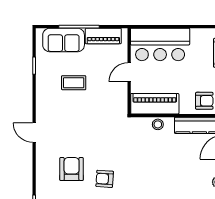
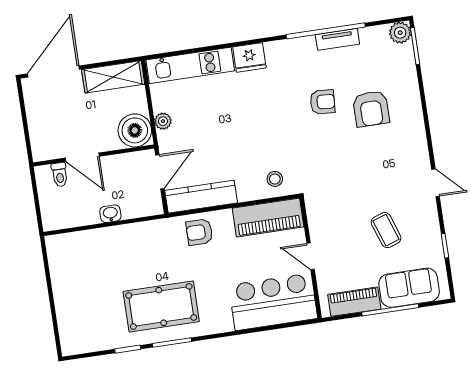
door: (129, 72) -> (311, 256), swing flipped
coffee table: (74, 83) -> (386, 230), turned 71
stool: (158, 124) -> (275, 179), moved
door: (34, 133) -> (436, 183), moved

